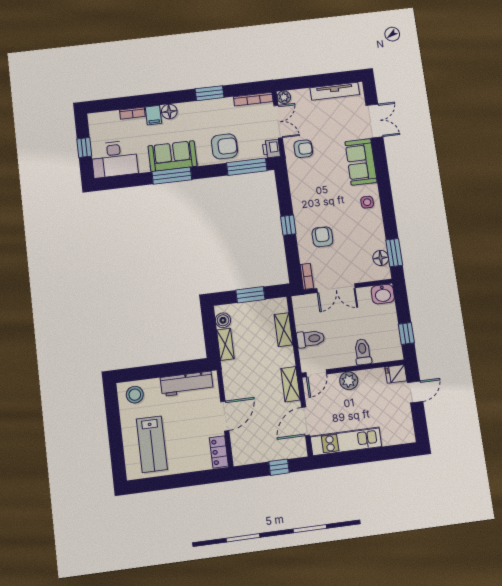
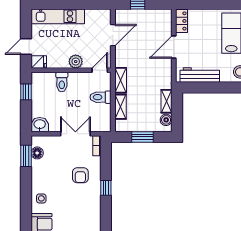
shelving: (291, 384) -> (121, 80), moved
kitchen unit: (346, 441) -> (58, 16), moved

